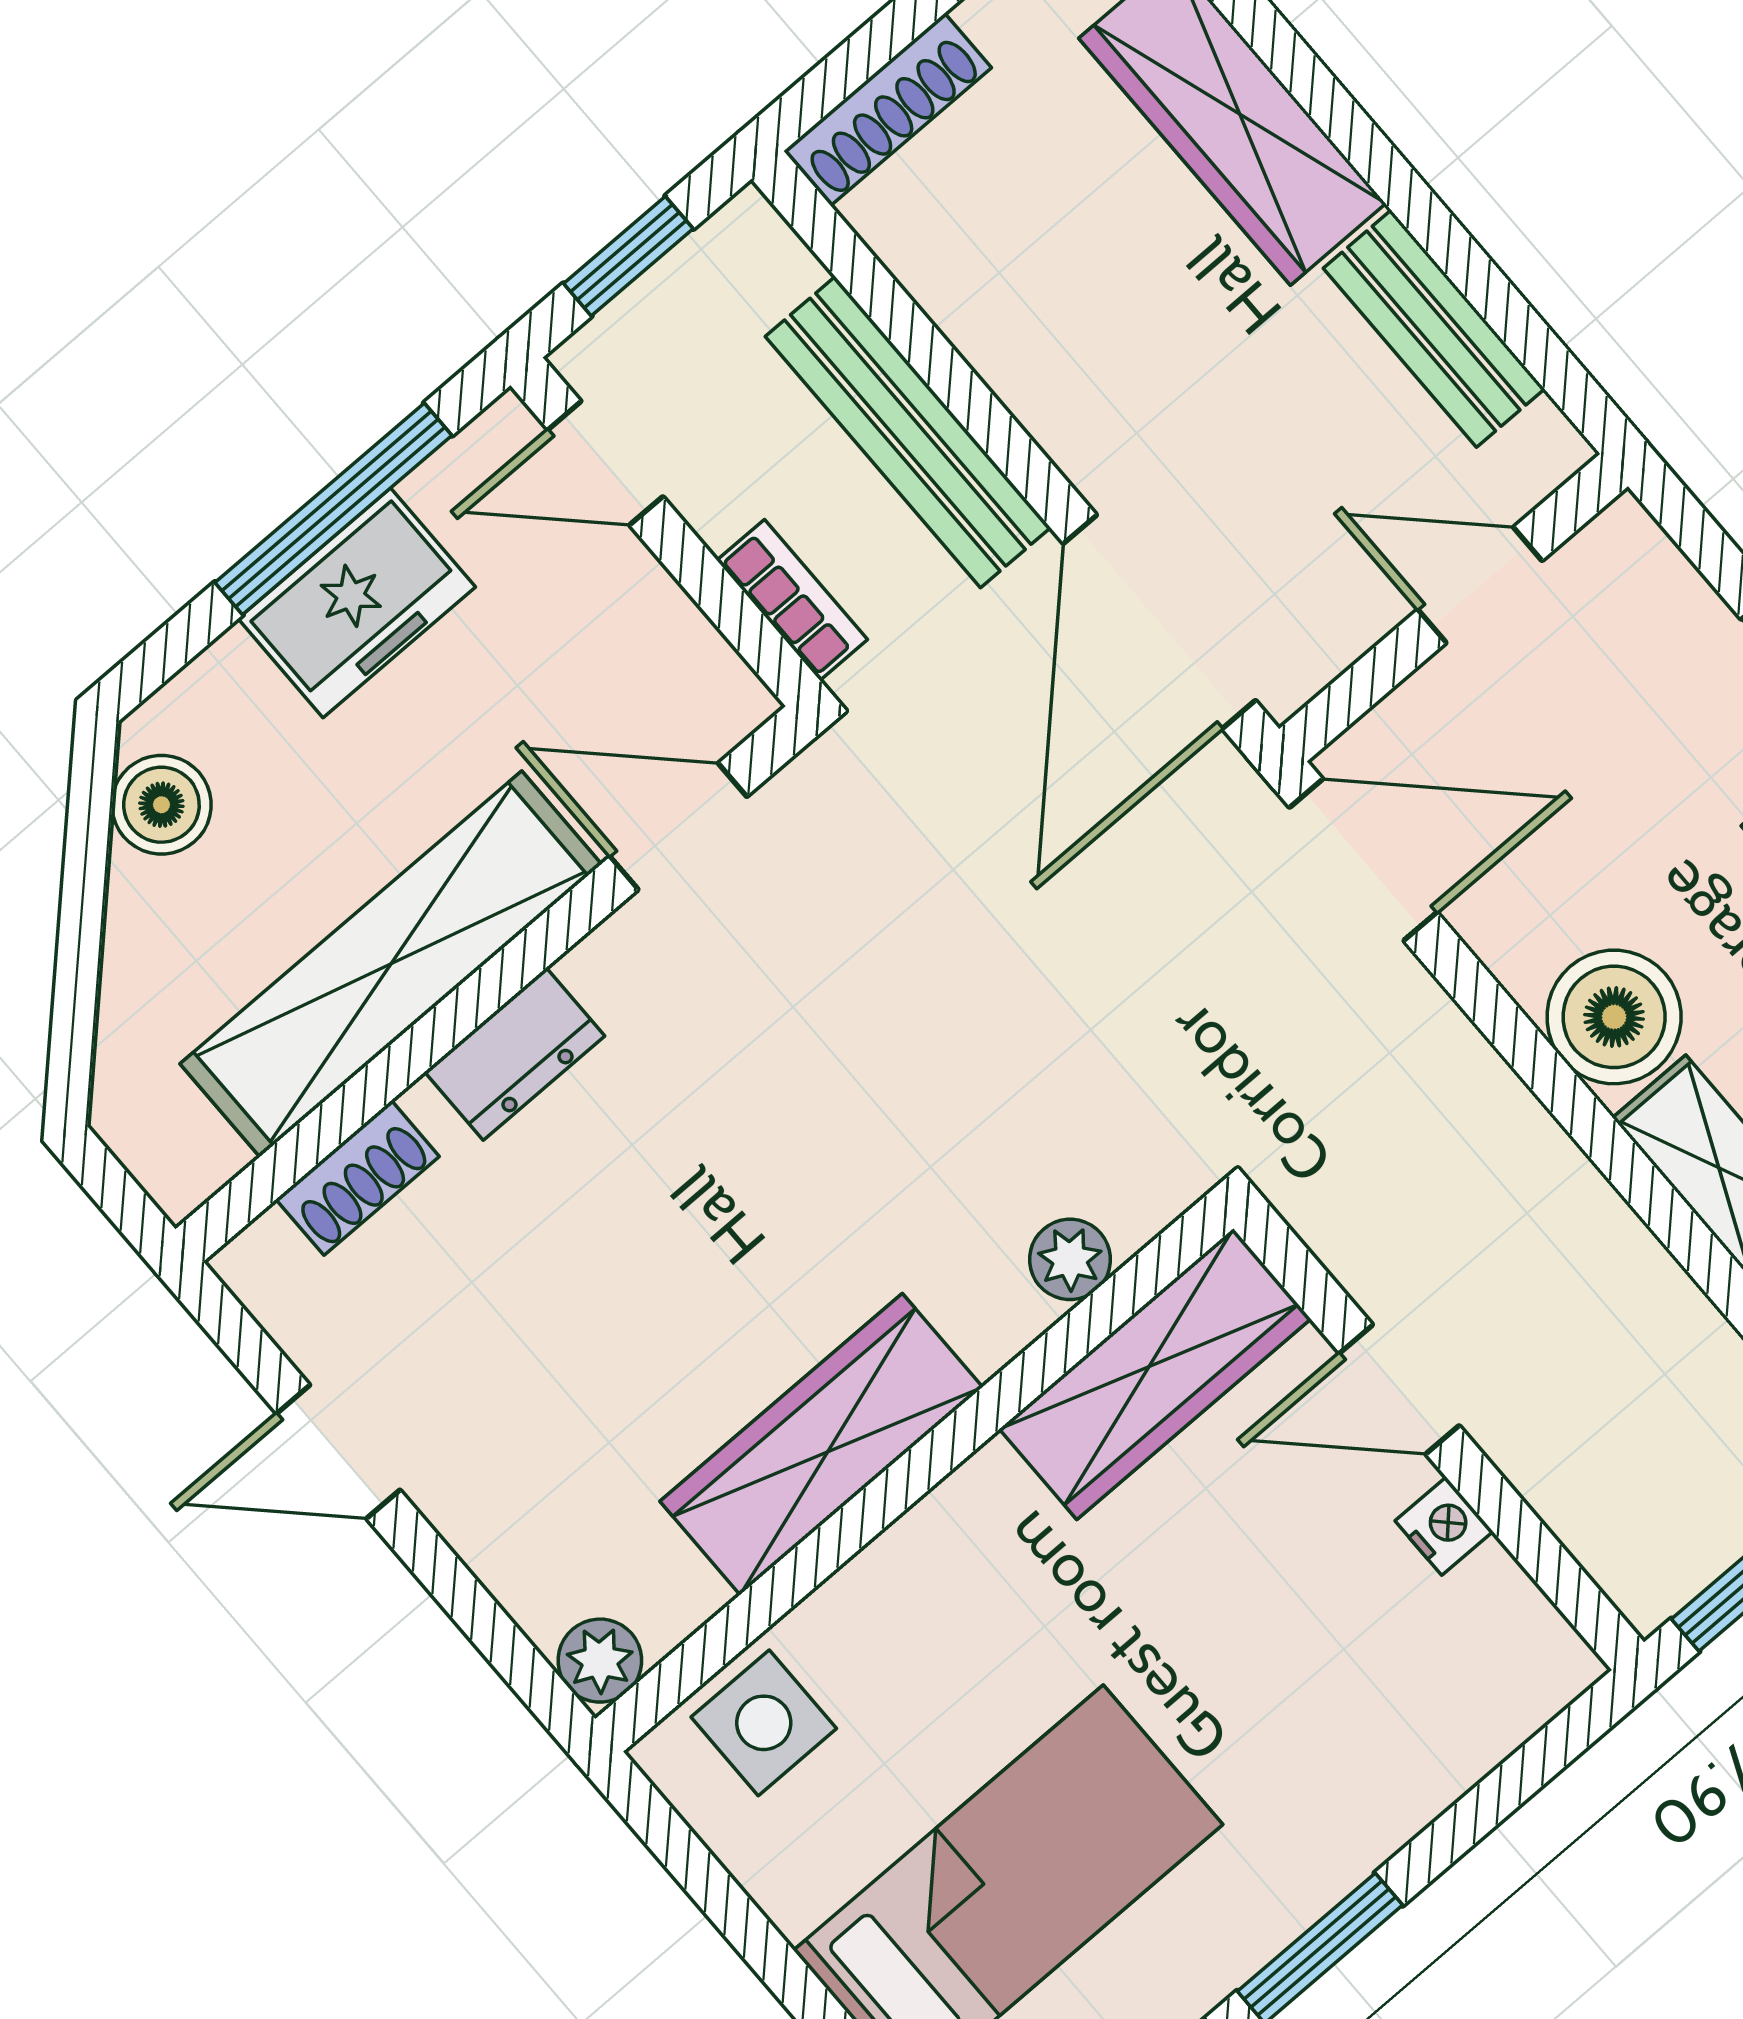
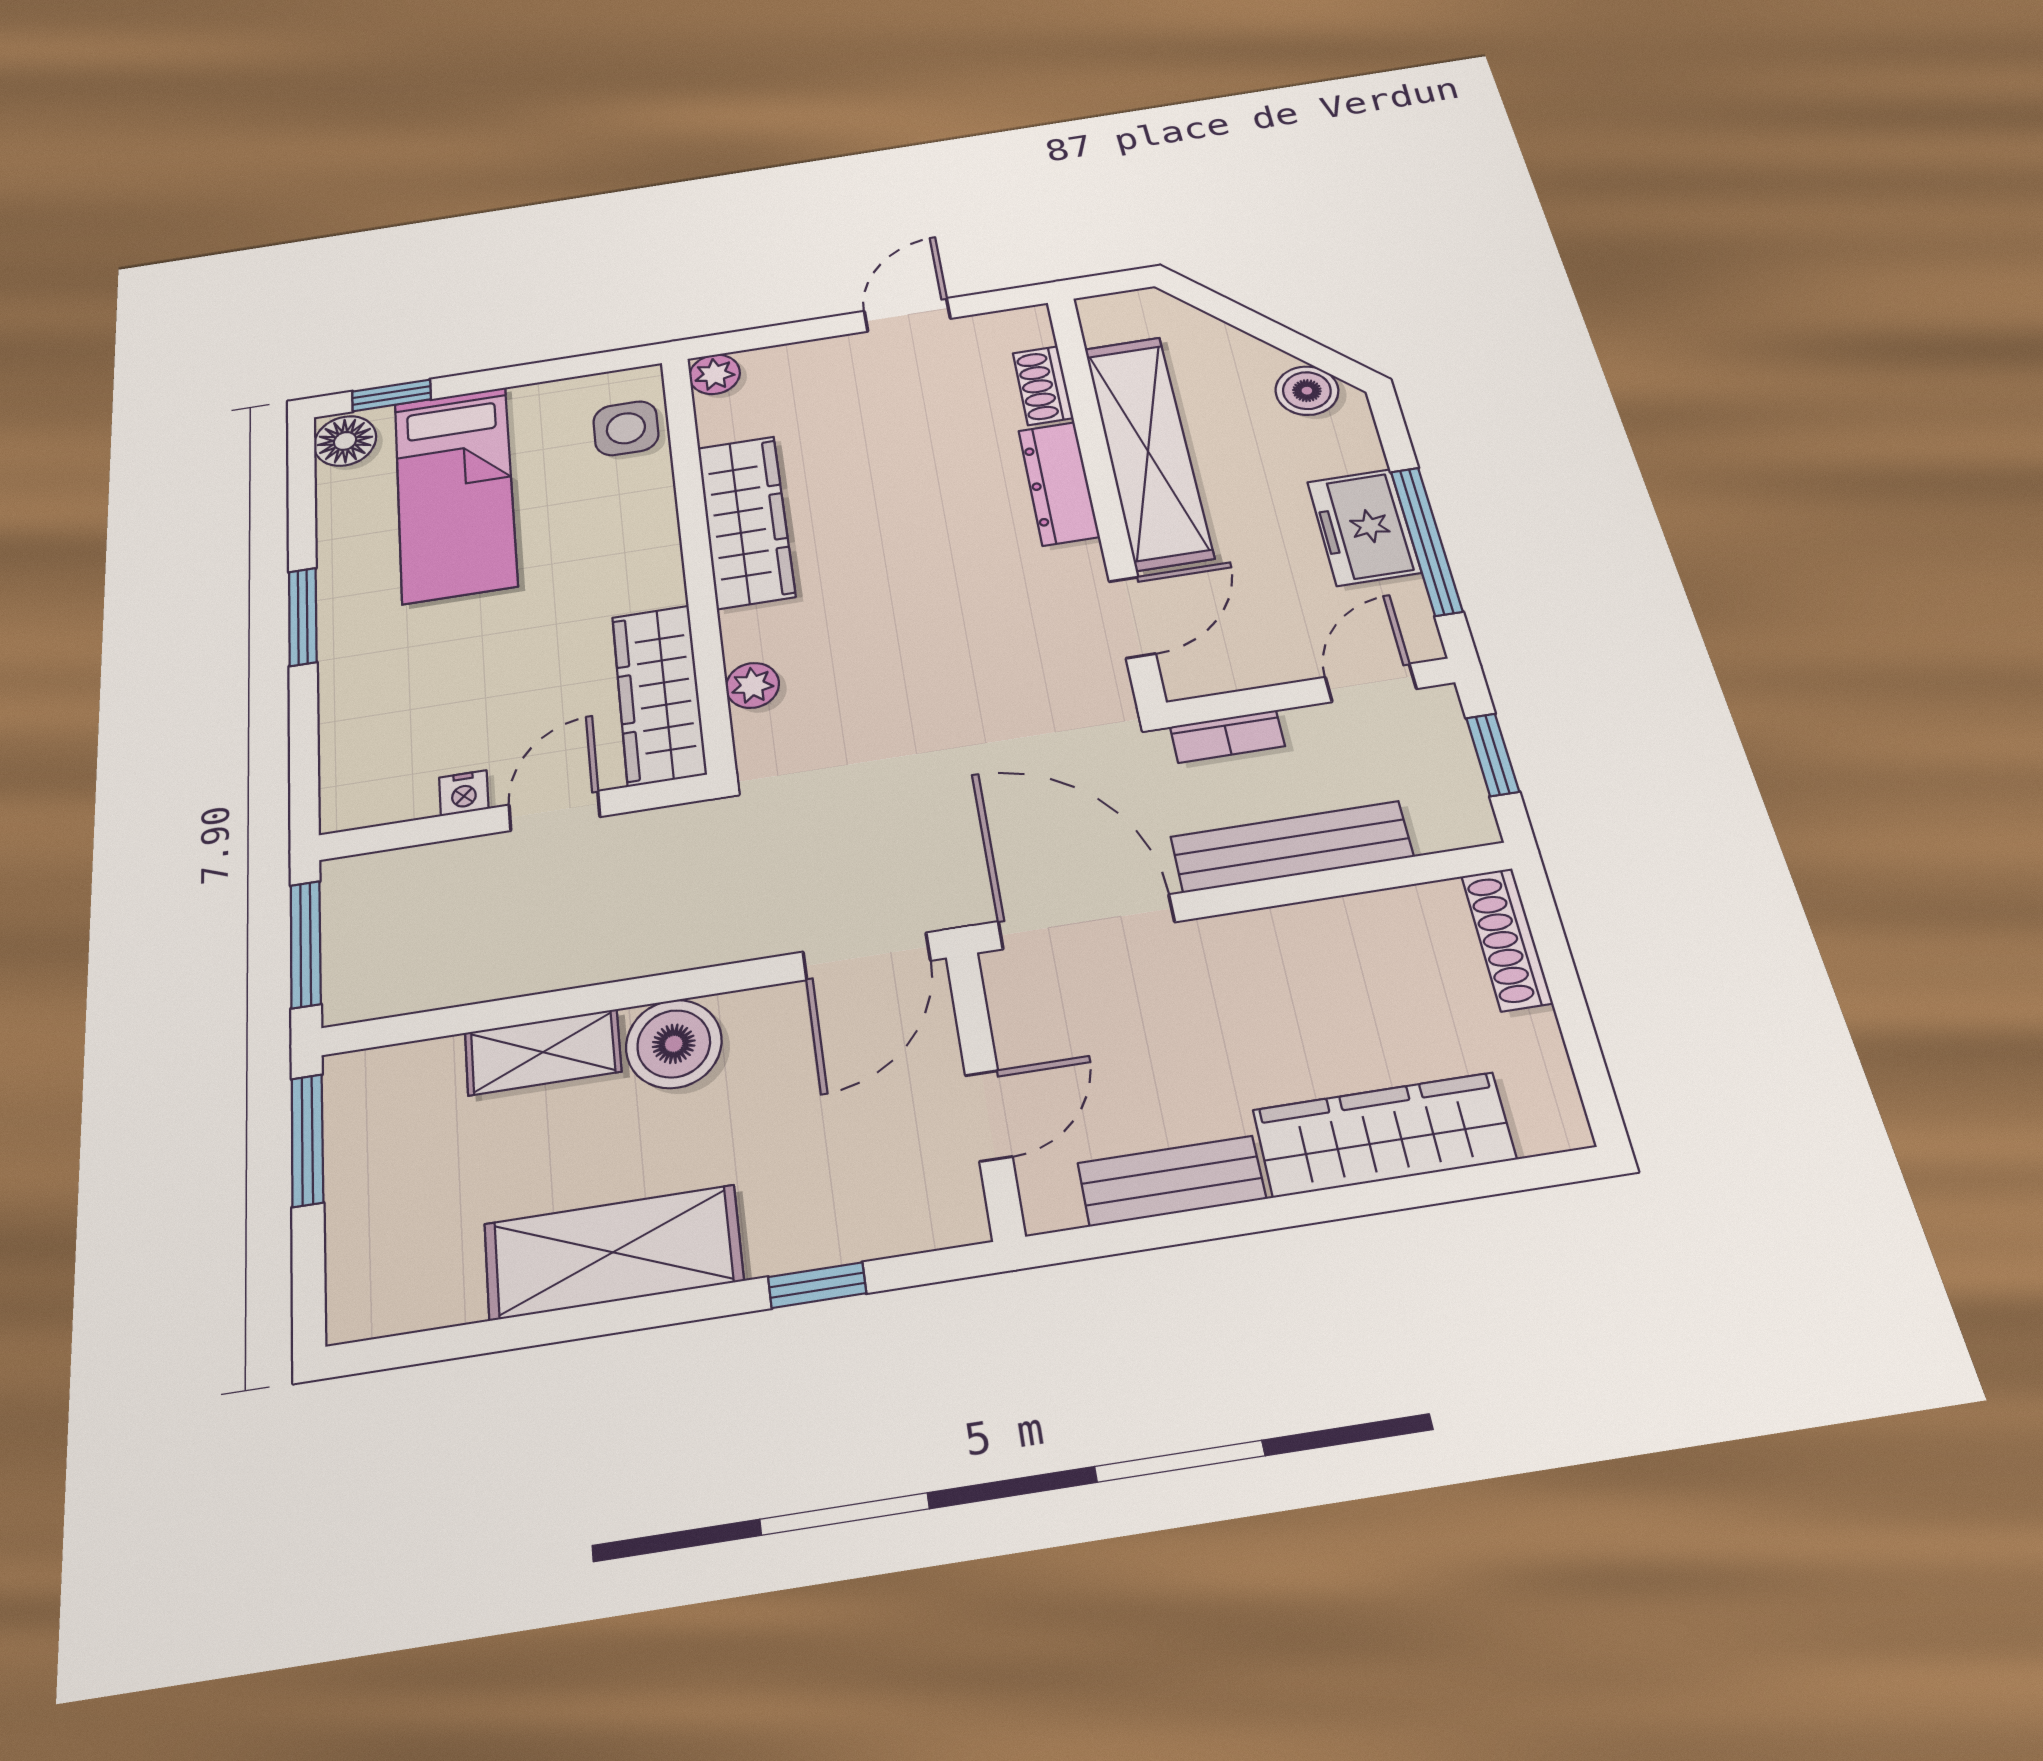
dresser: (515, 1054) -> (1059, 483), width x1.44

